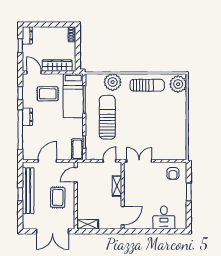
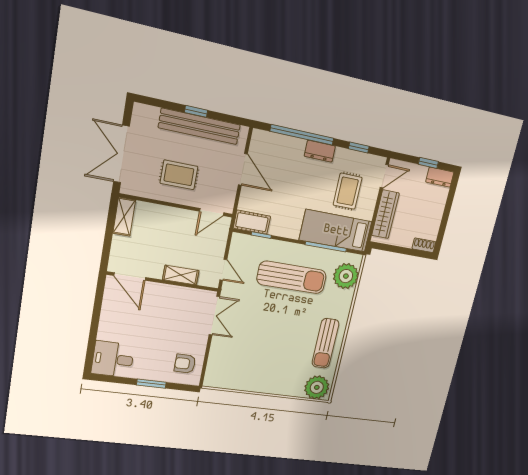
plant: (113, 82) -> (346, 276), moved
door: (76, 175) -> (212, 212), swing flipped
desk: (164, 218) -> (113, 359), moved

